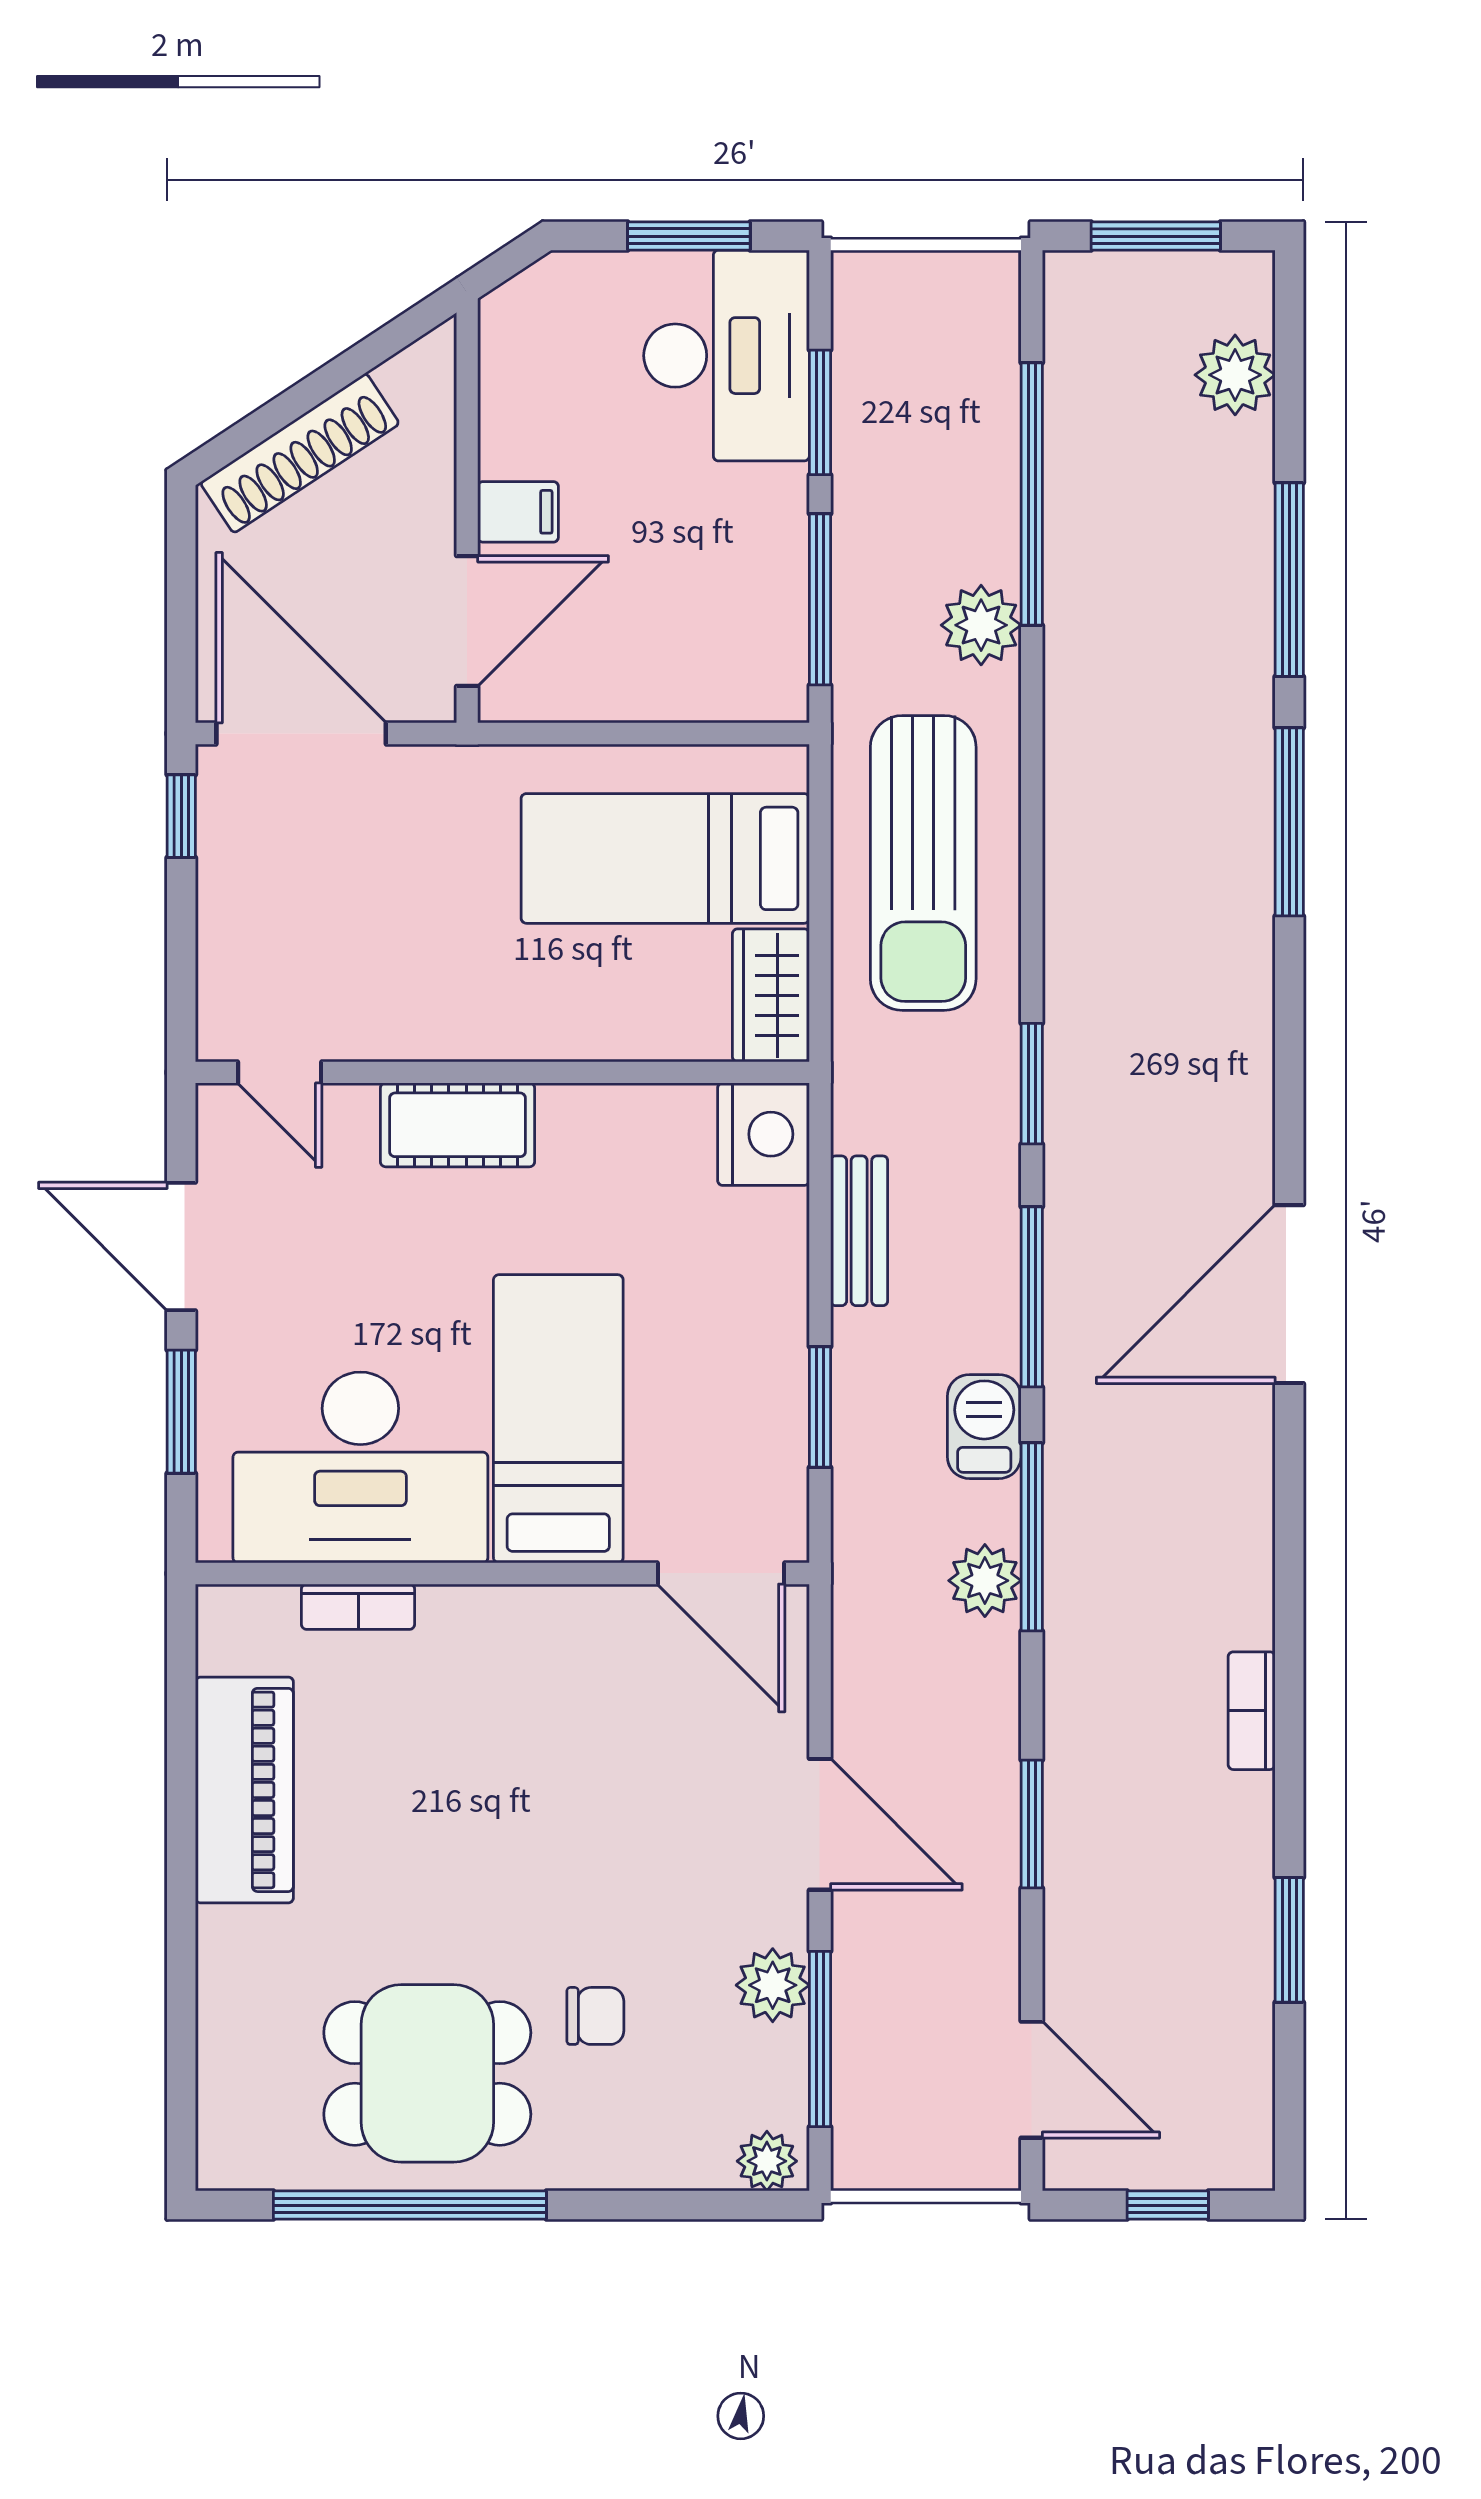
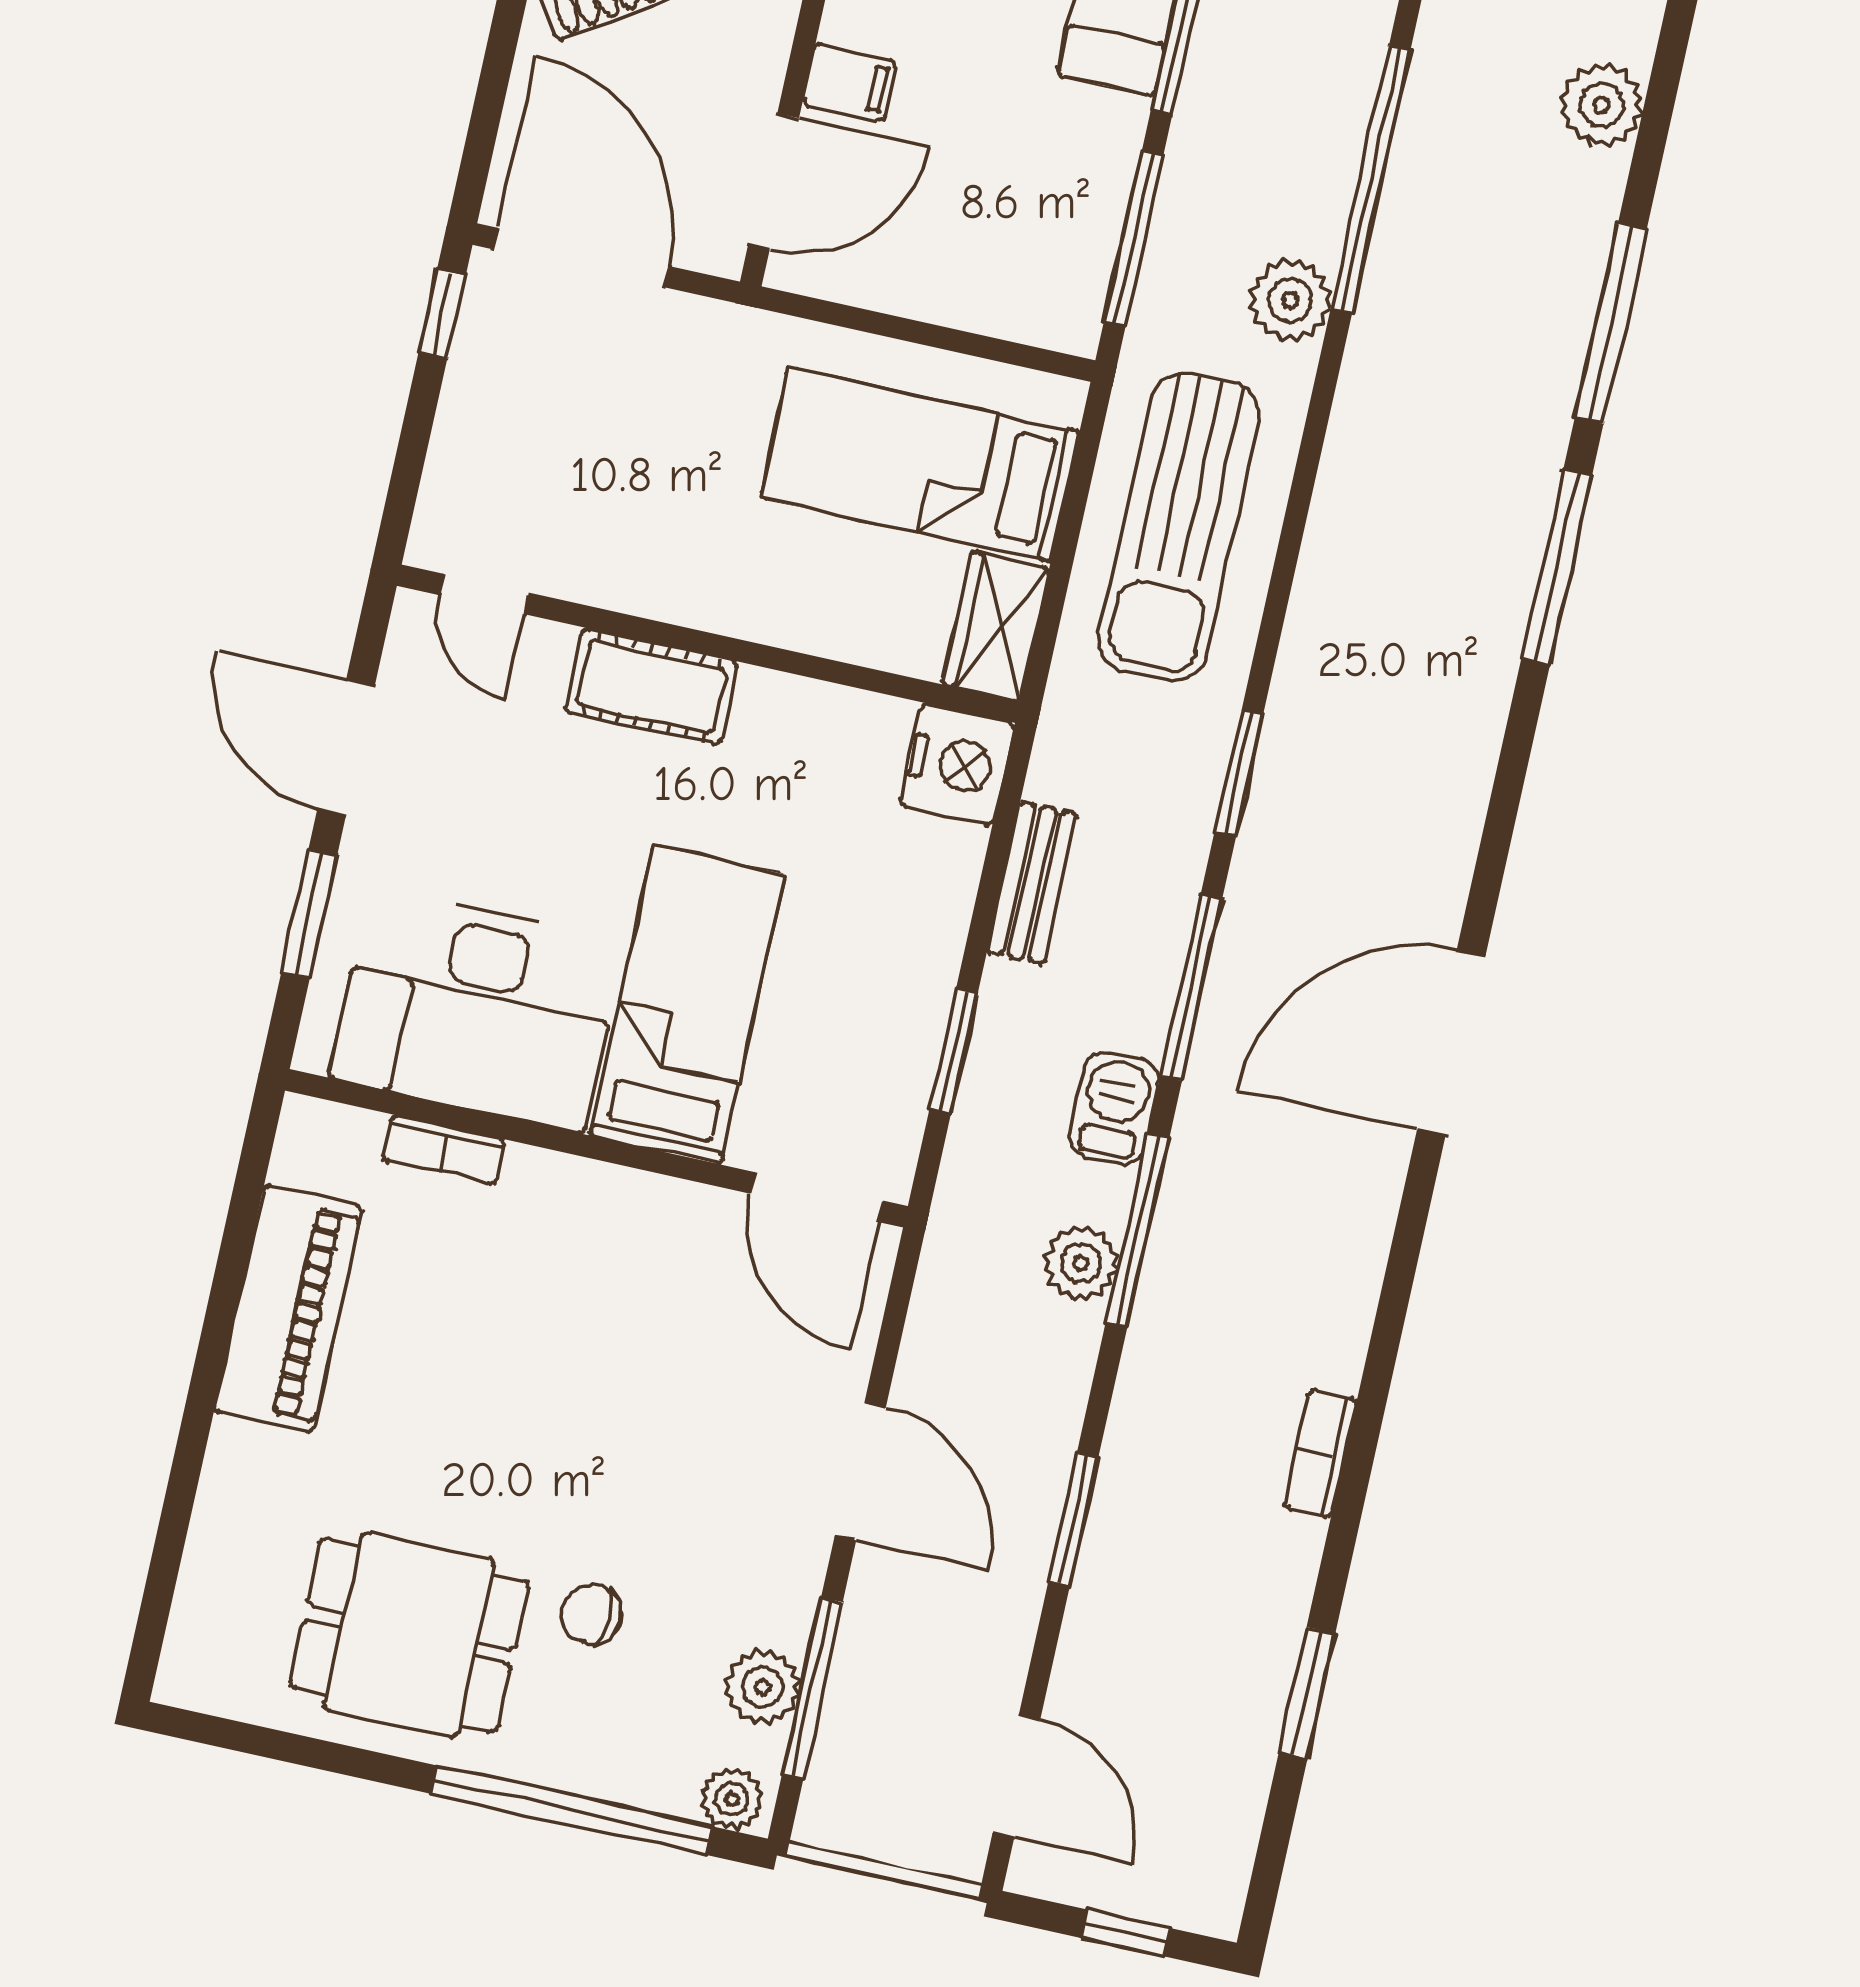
plant: (773, 1985) -> (763, 1687), moved
chair: (595, 2016) -> (591, 1615), turned 180
window: (410, 2205) -> (571, 1810), moved

